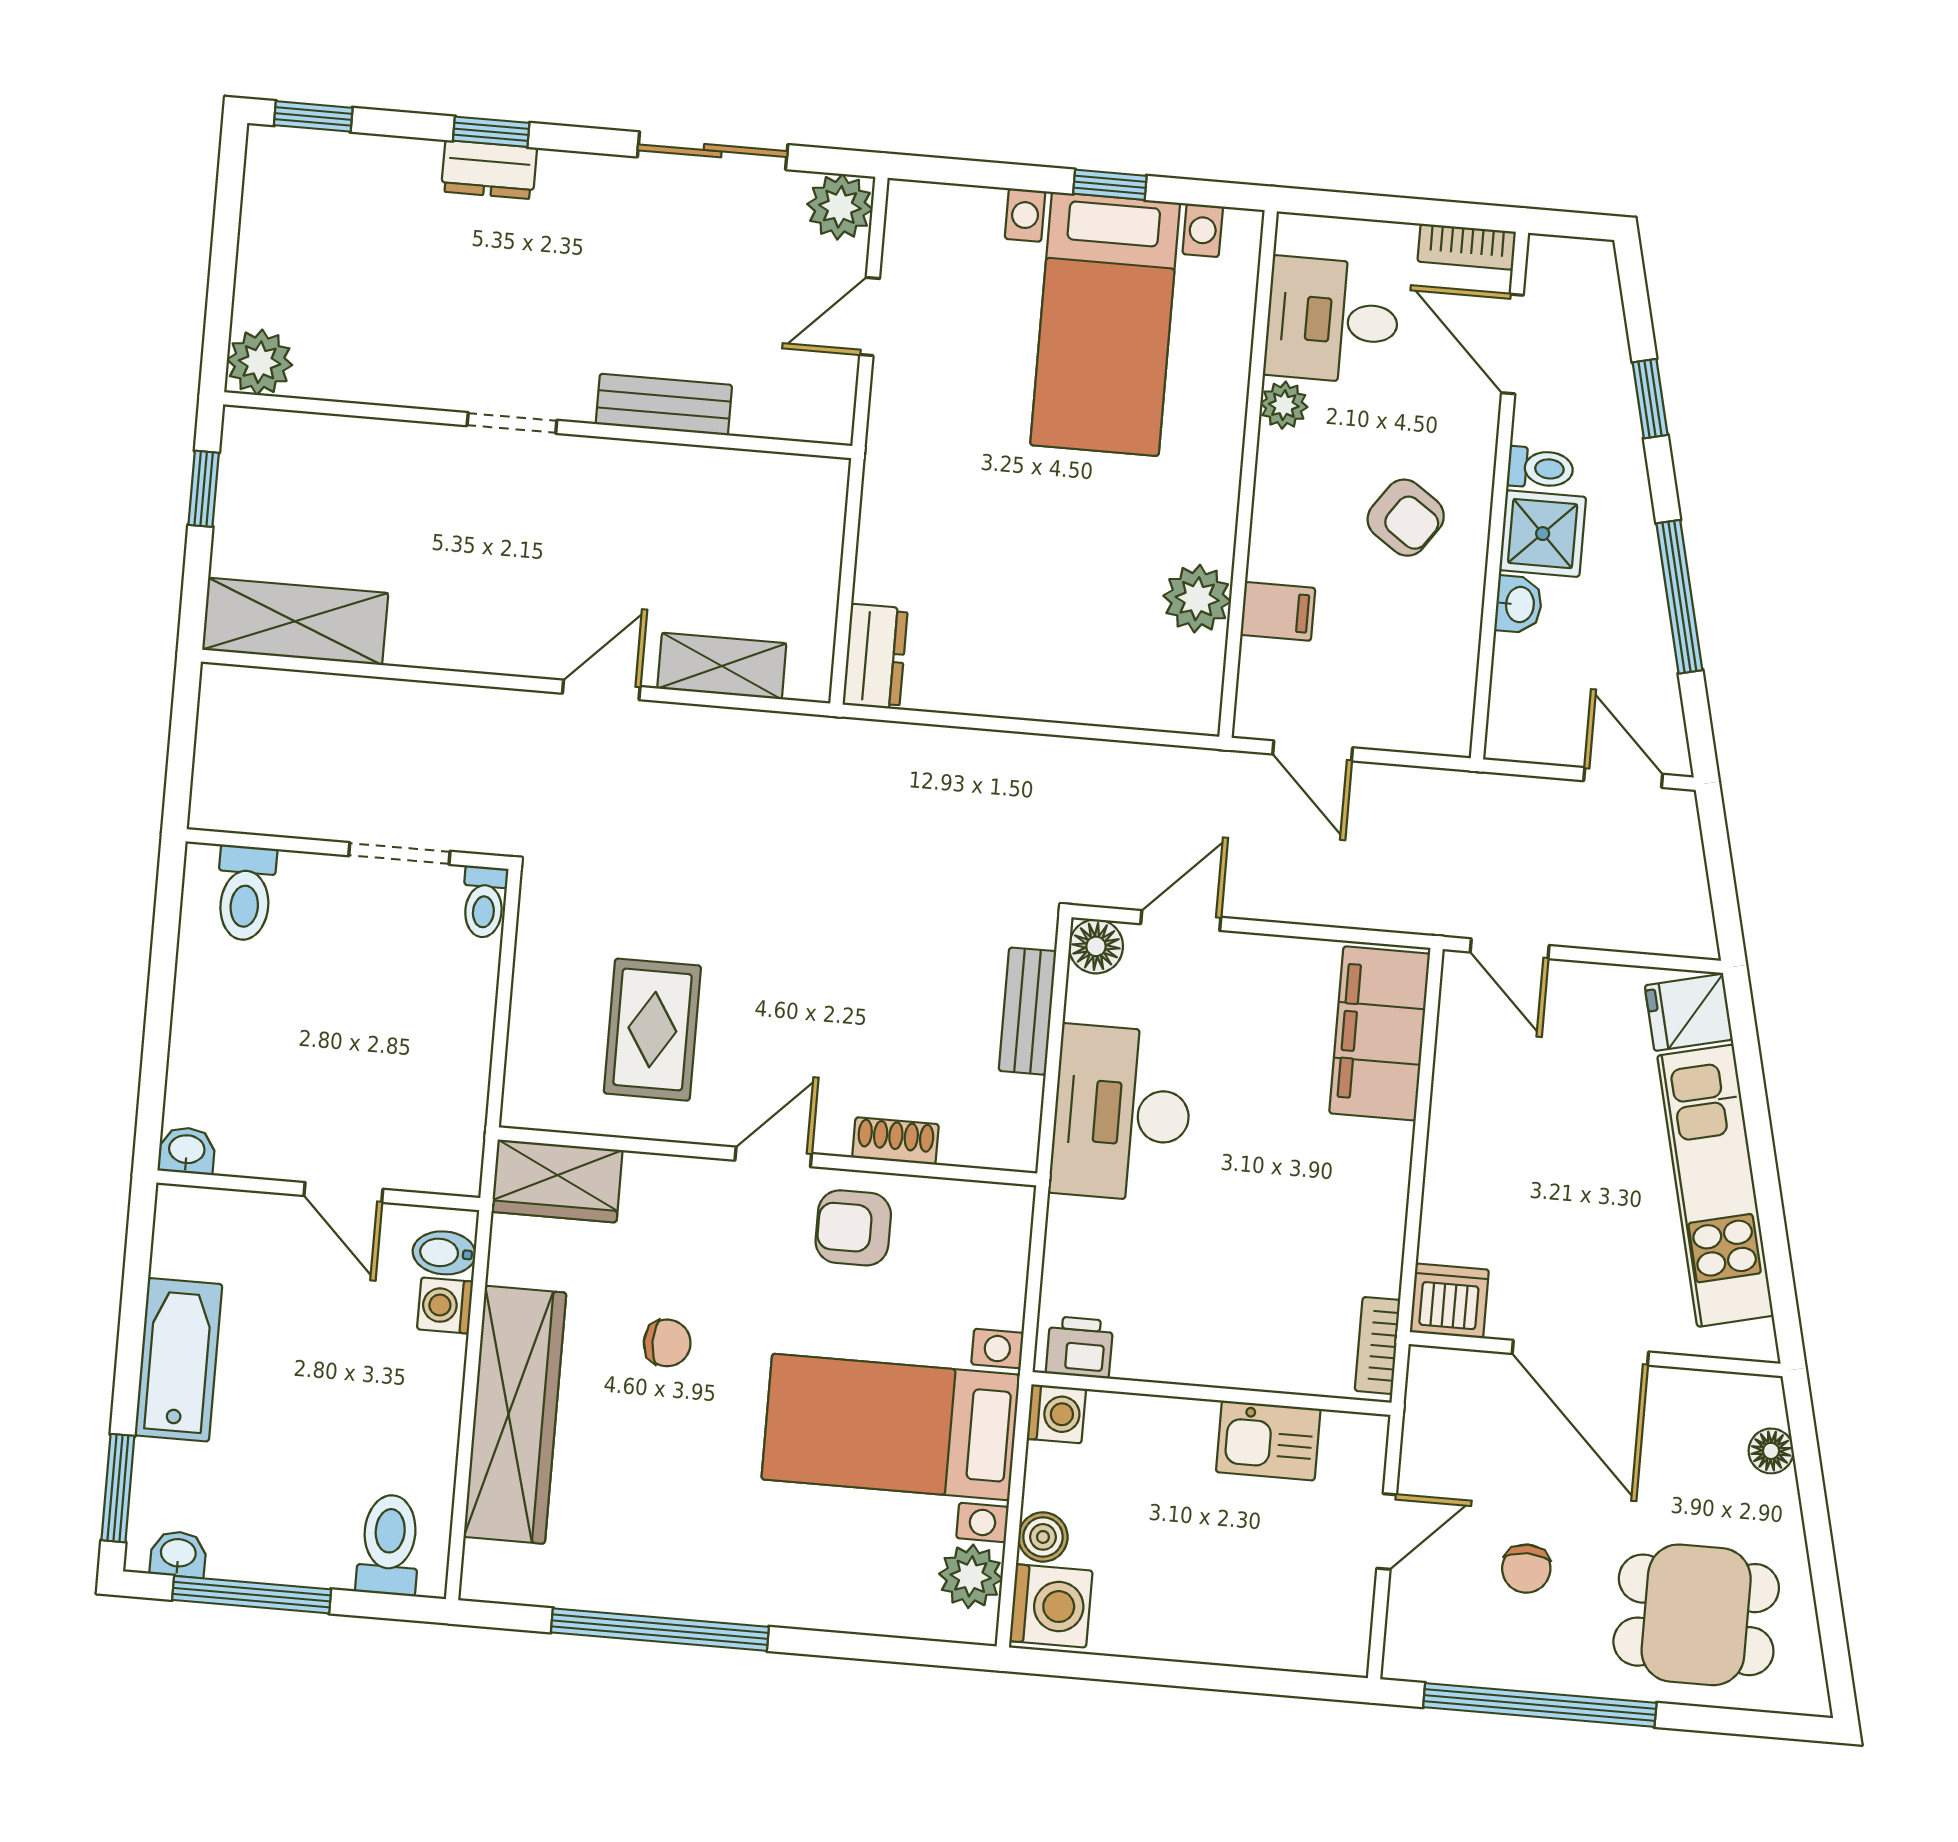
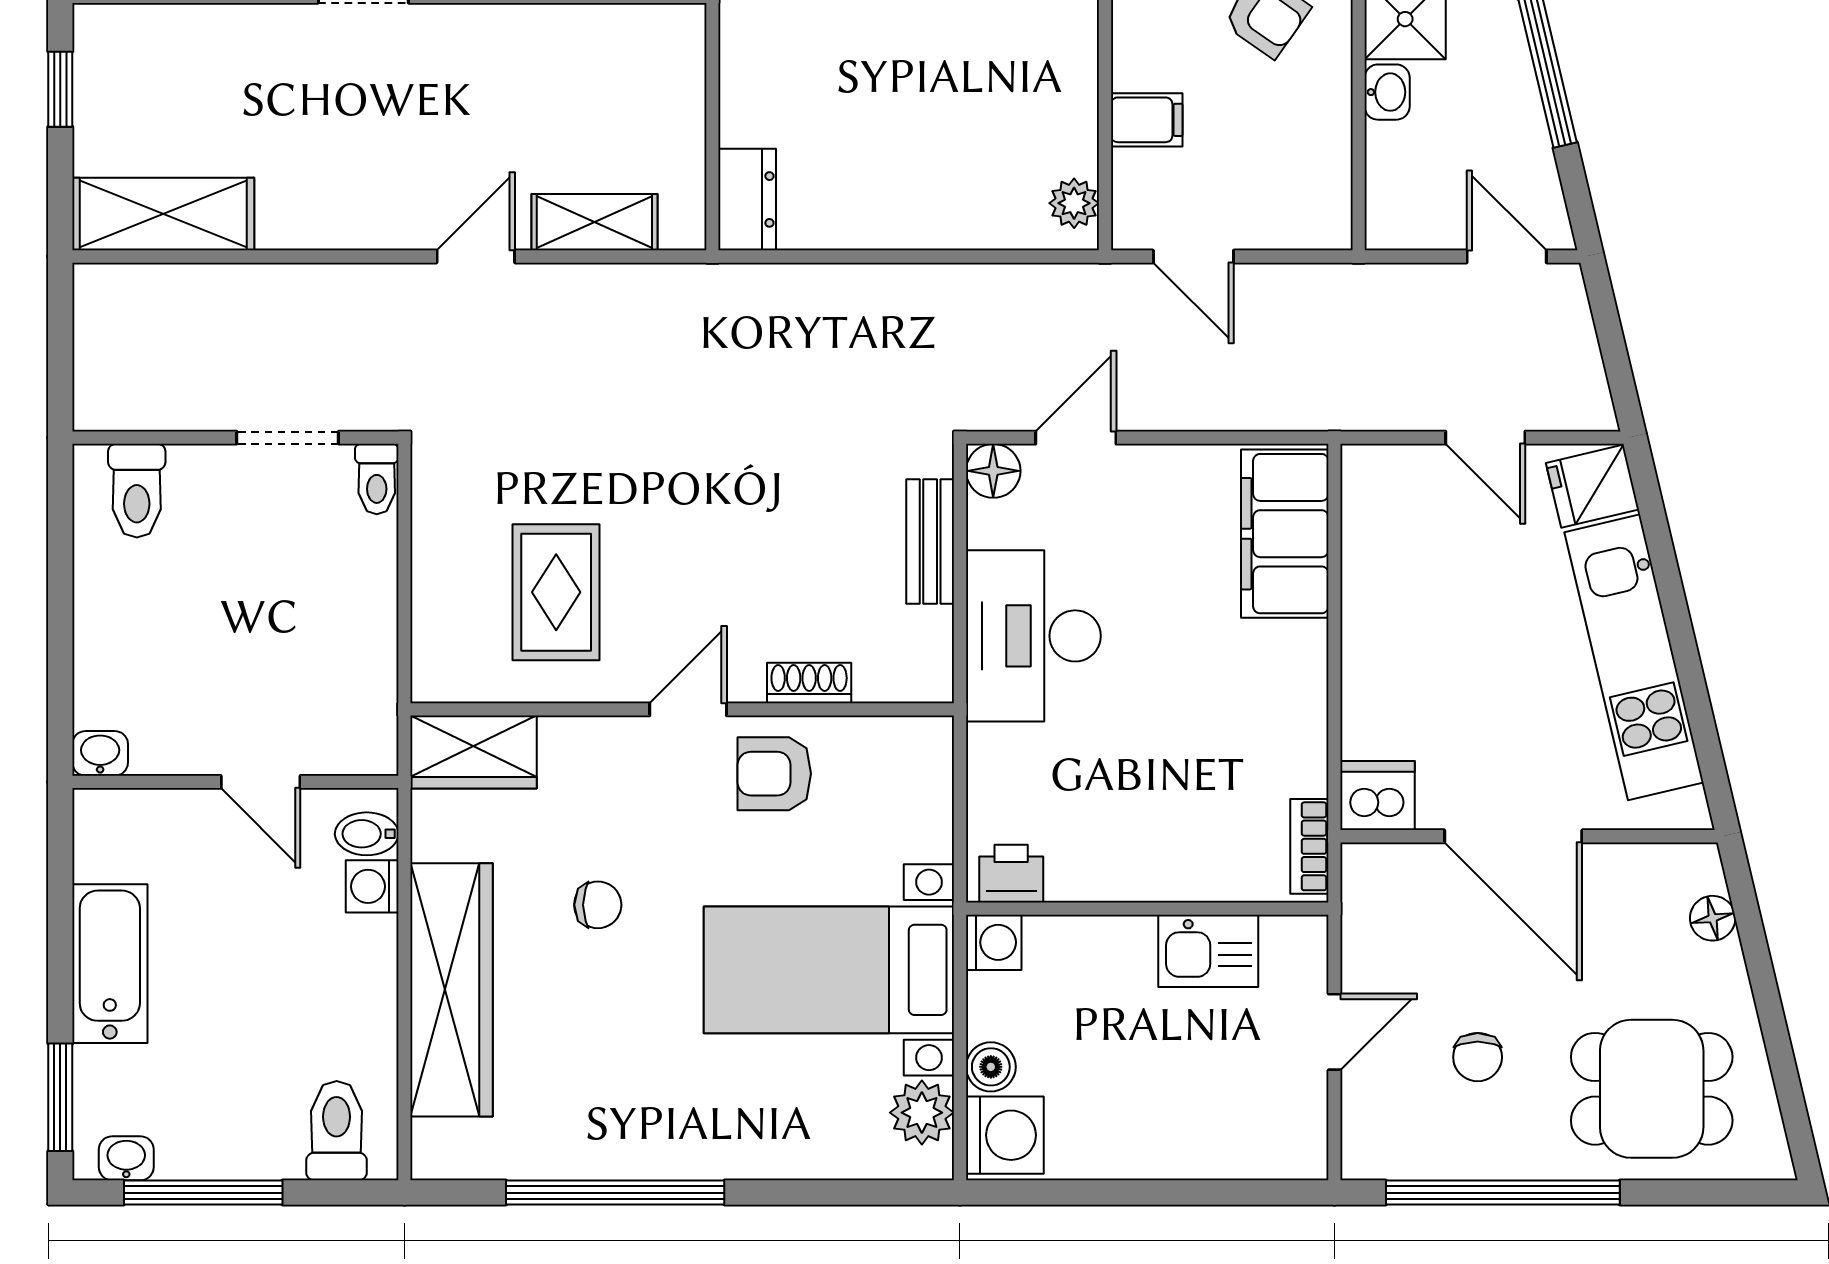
plant: (1197, 599) -> (1074, 203), moved, width x0.73, depth x0.73
door: (1510, 949) -> (1485, 438), moved

